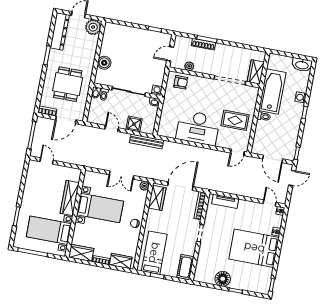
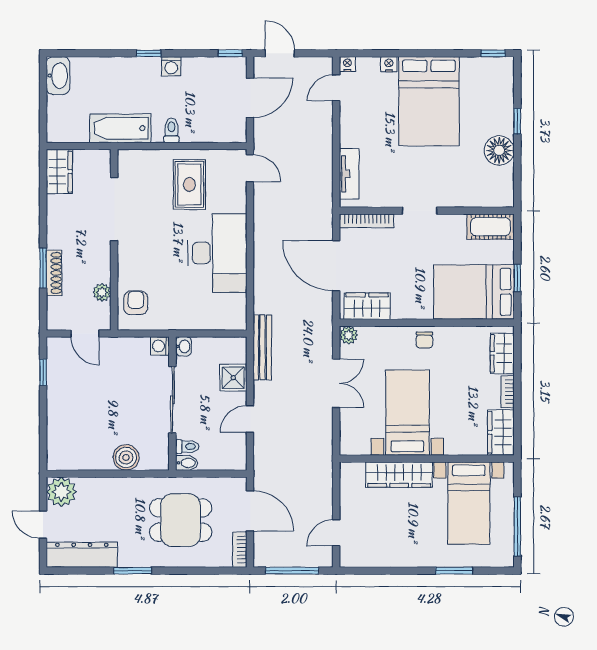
wardrobe: (256, 72) -> (59, 172), moved, turned -90
bathtub: (272, 92) -> (120, 128), width x0.73, depth x0.73
washing machine: (301, 97) -> (171, 66), moved
bed: (154, 253) -> (474, 292), width x1.50

